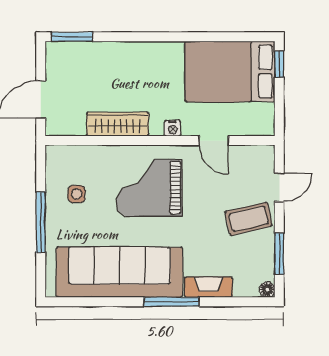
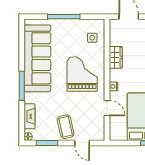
wardrobe: (118, 124) -> (116, 57), width x0.67
door: (214, 141) -> (107, 108), swing flipped
side table: (77, 194) -> (92, 38), moved
fireplace: (208, 287) -> (29, 116), moved

